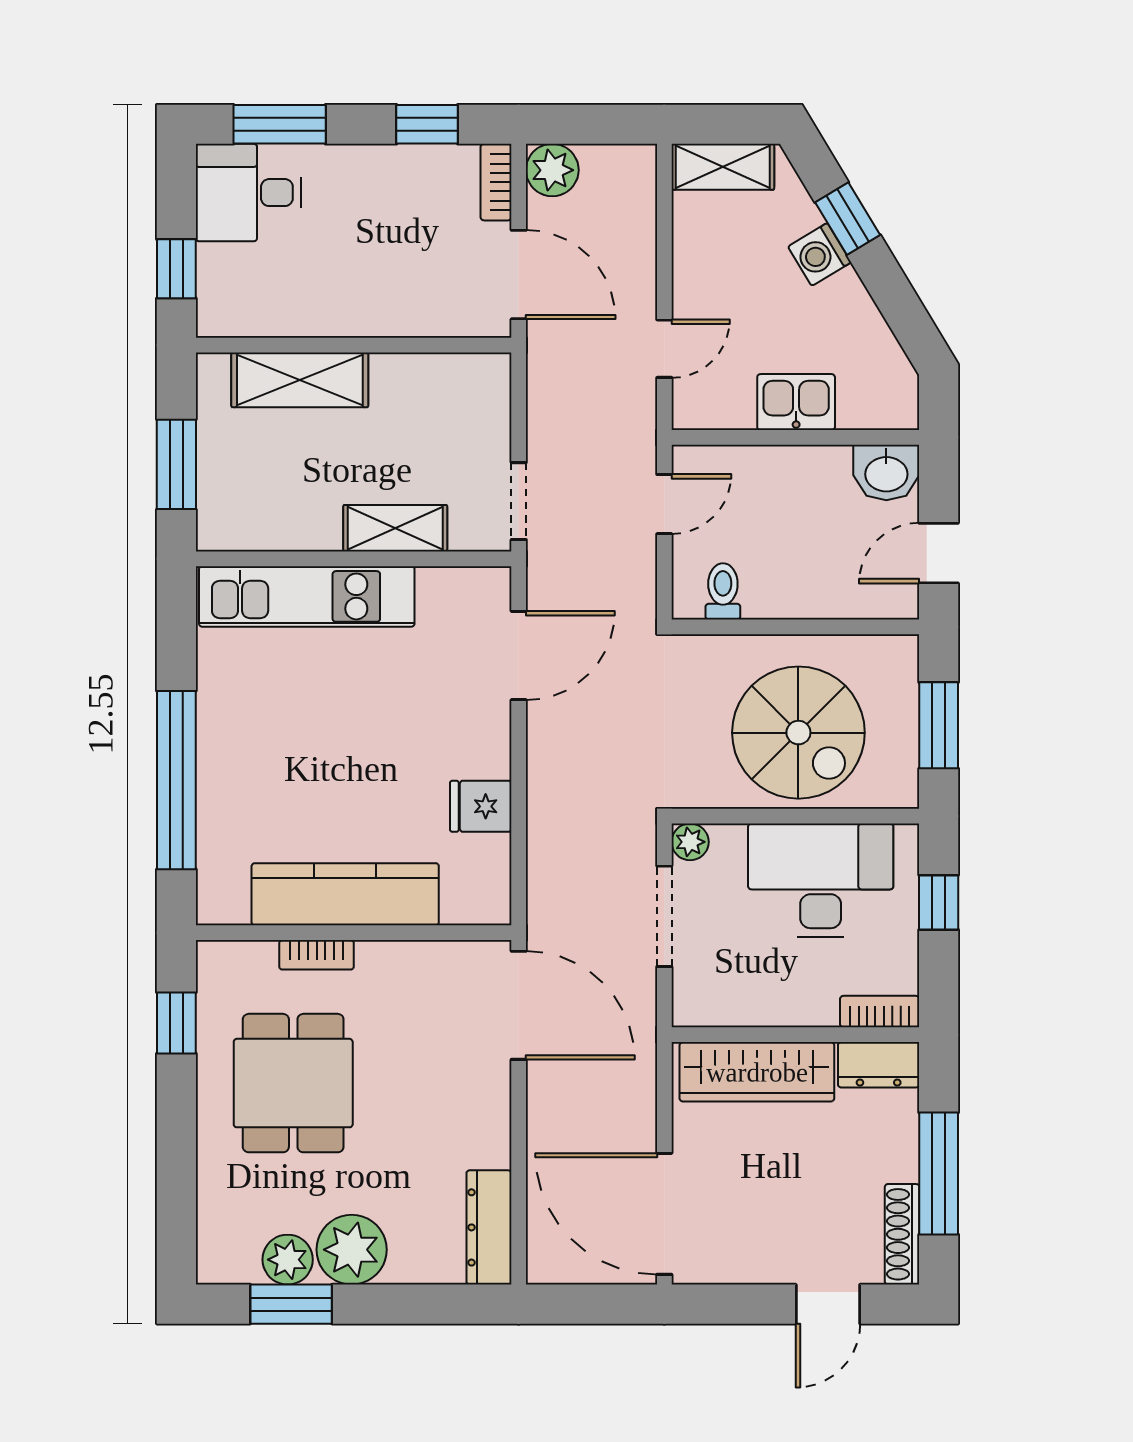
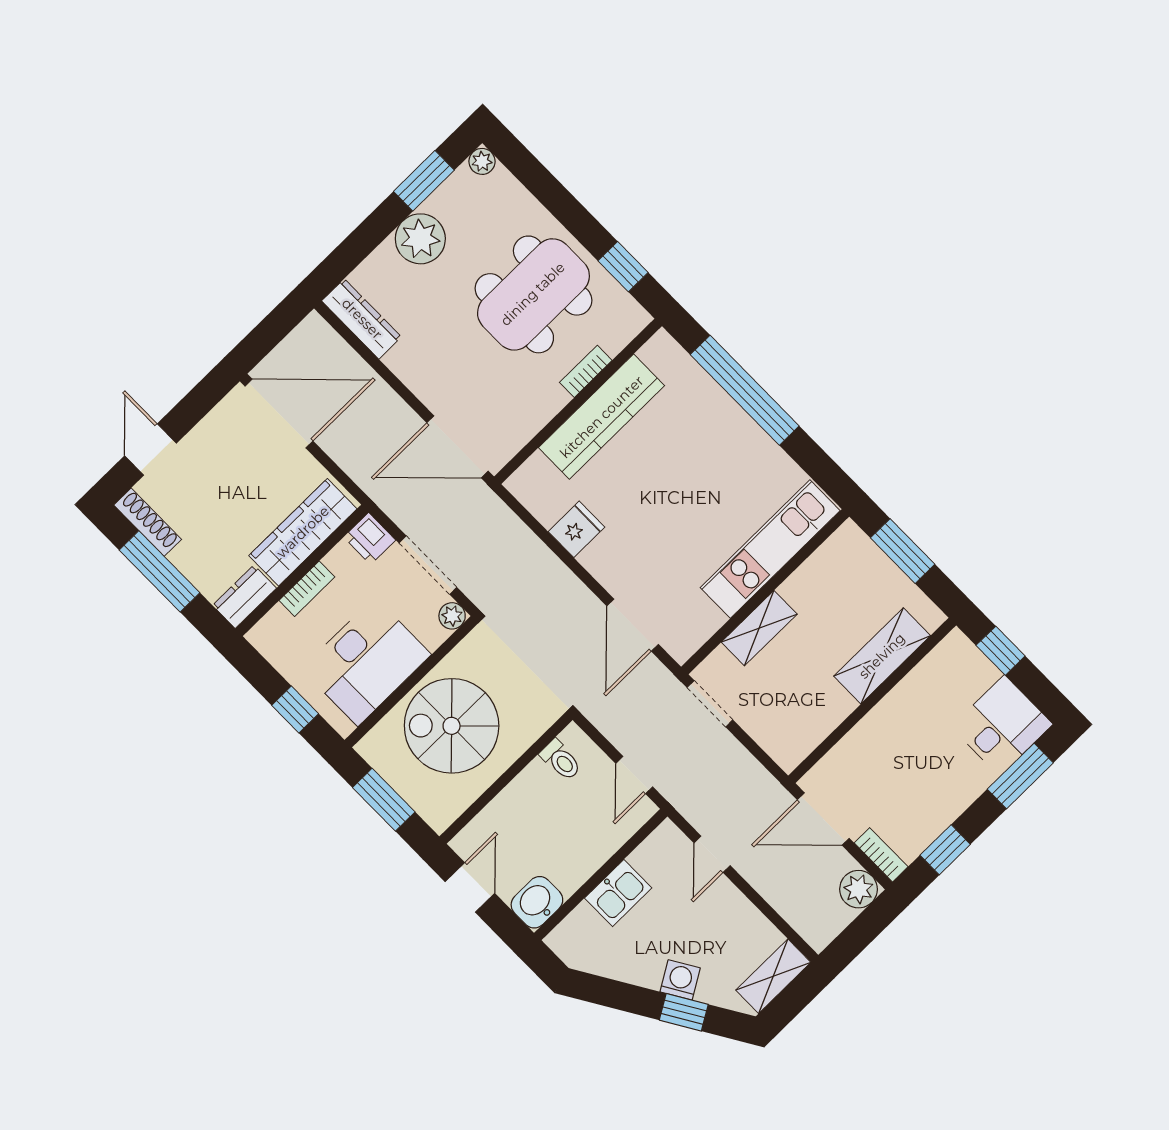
printer: (696, 1000) -> (370, 539), added
bookcase: (880, 1012) -> (307, 589), moved
dining table: (293, 1083) -> (533, 294), width x1.37
plant: (288, 1260) -> (482, 161), moved, width x0.73, depth x0.73

